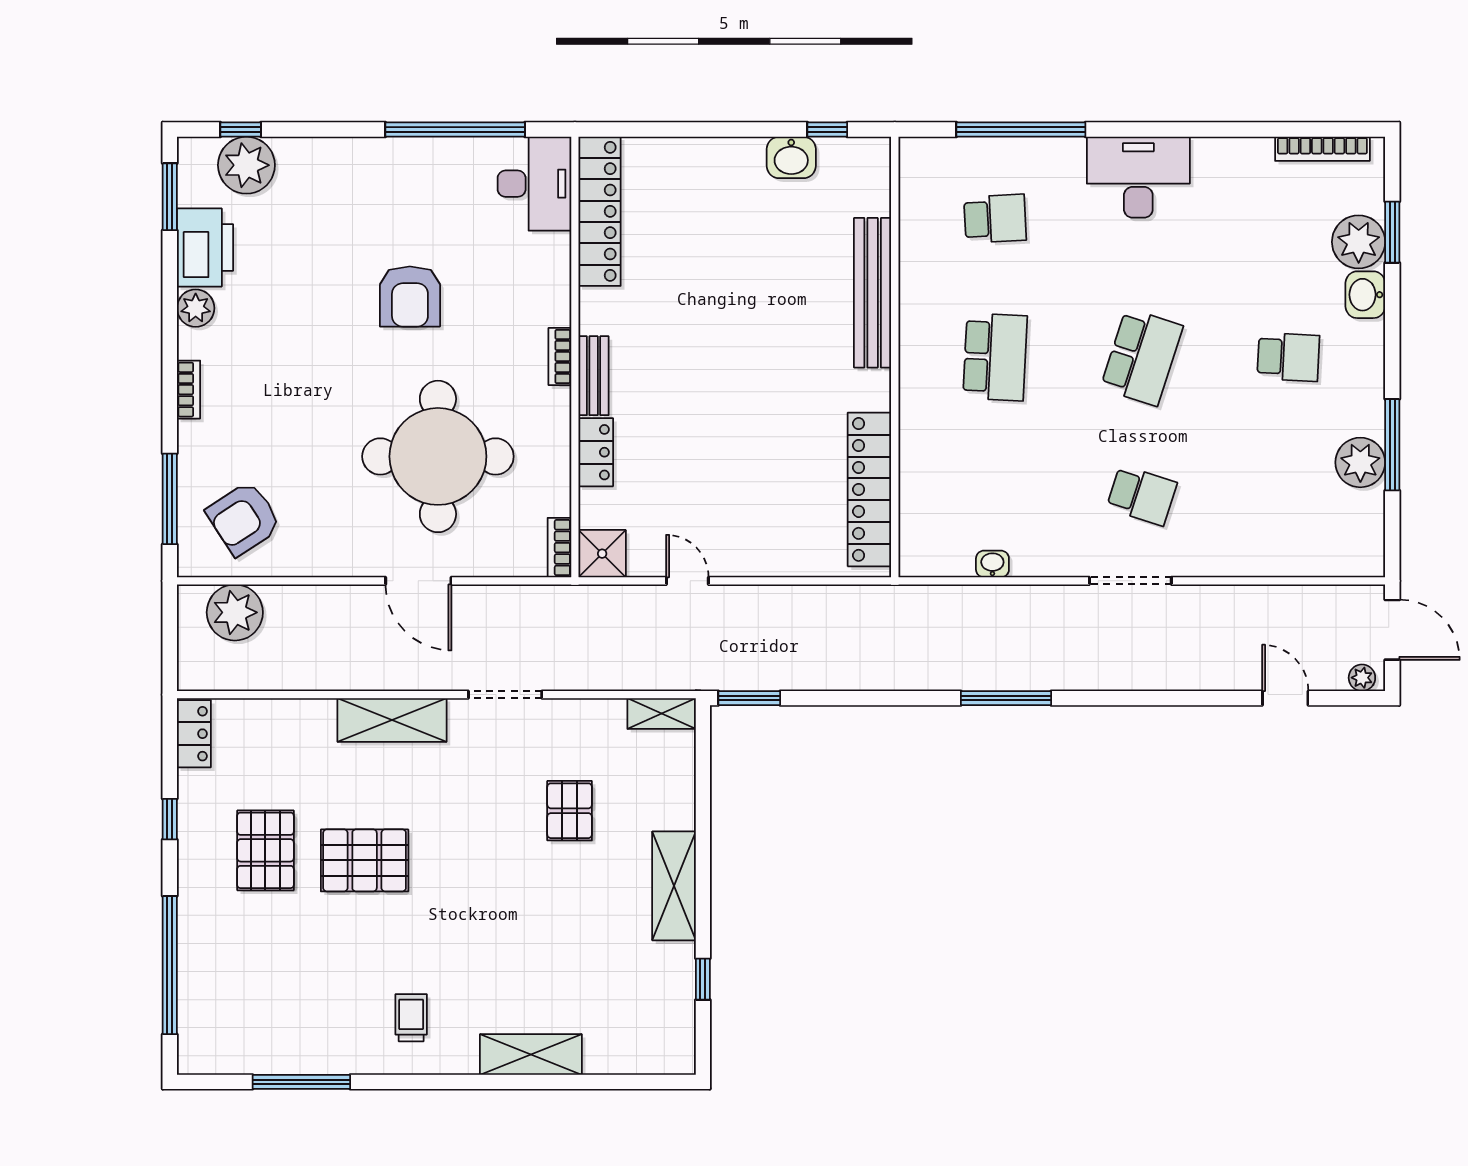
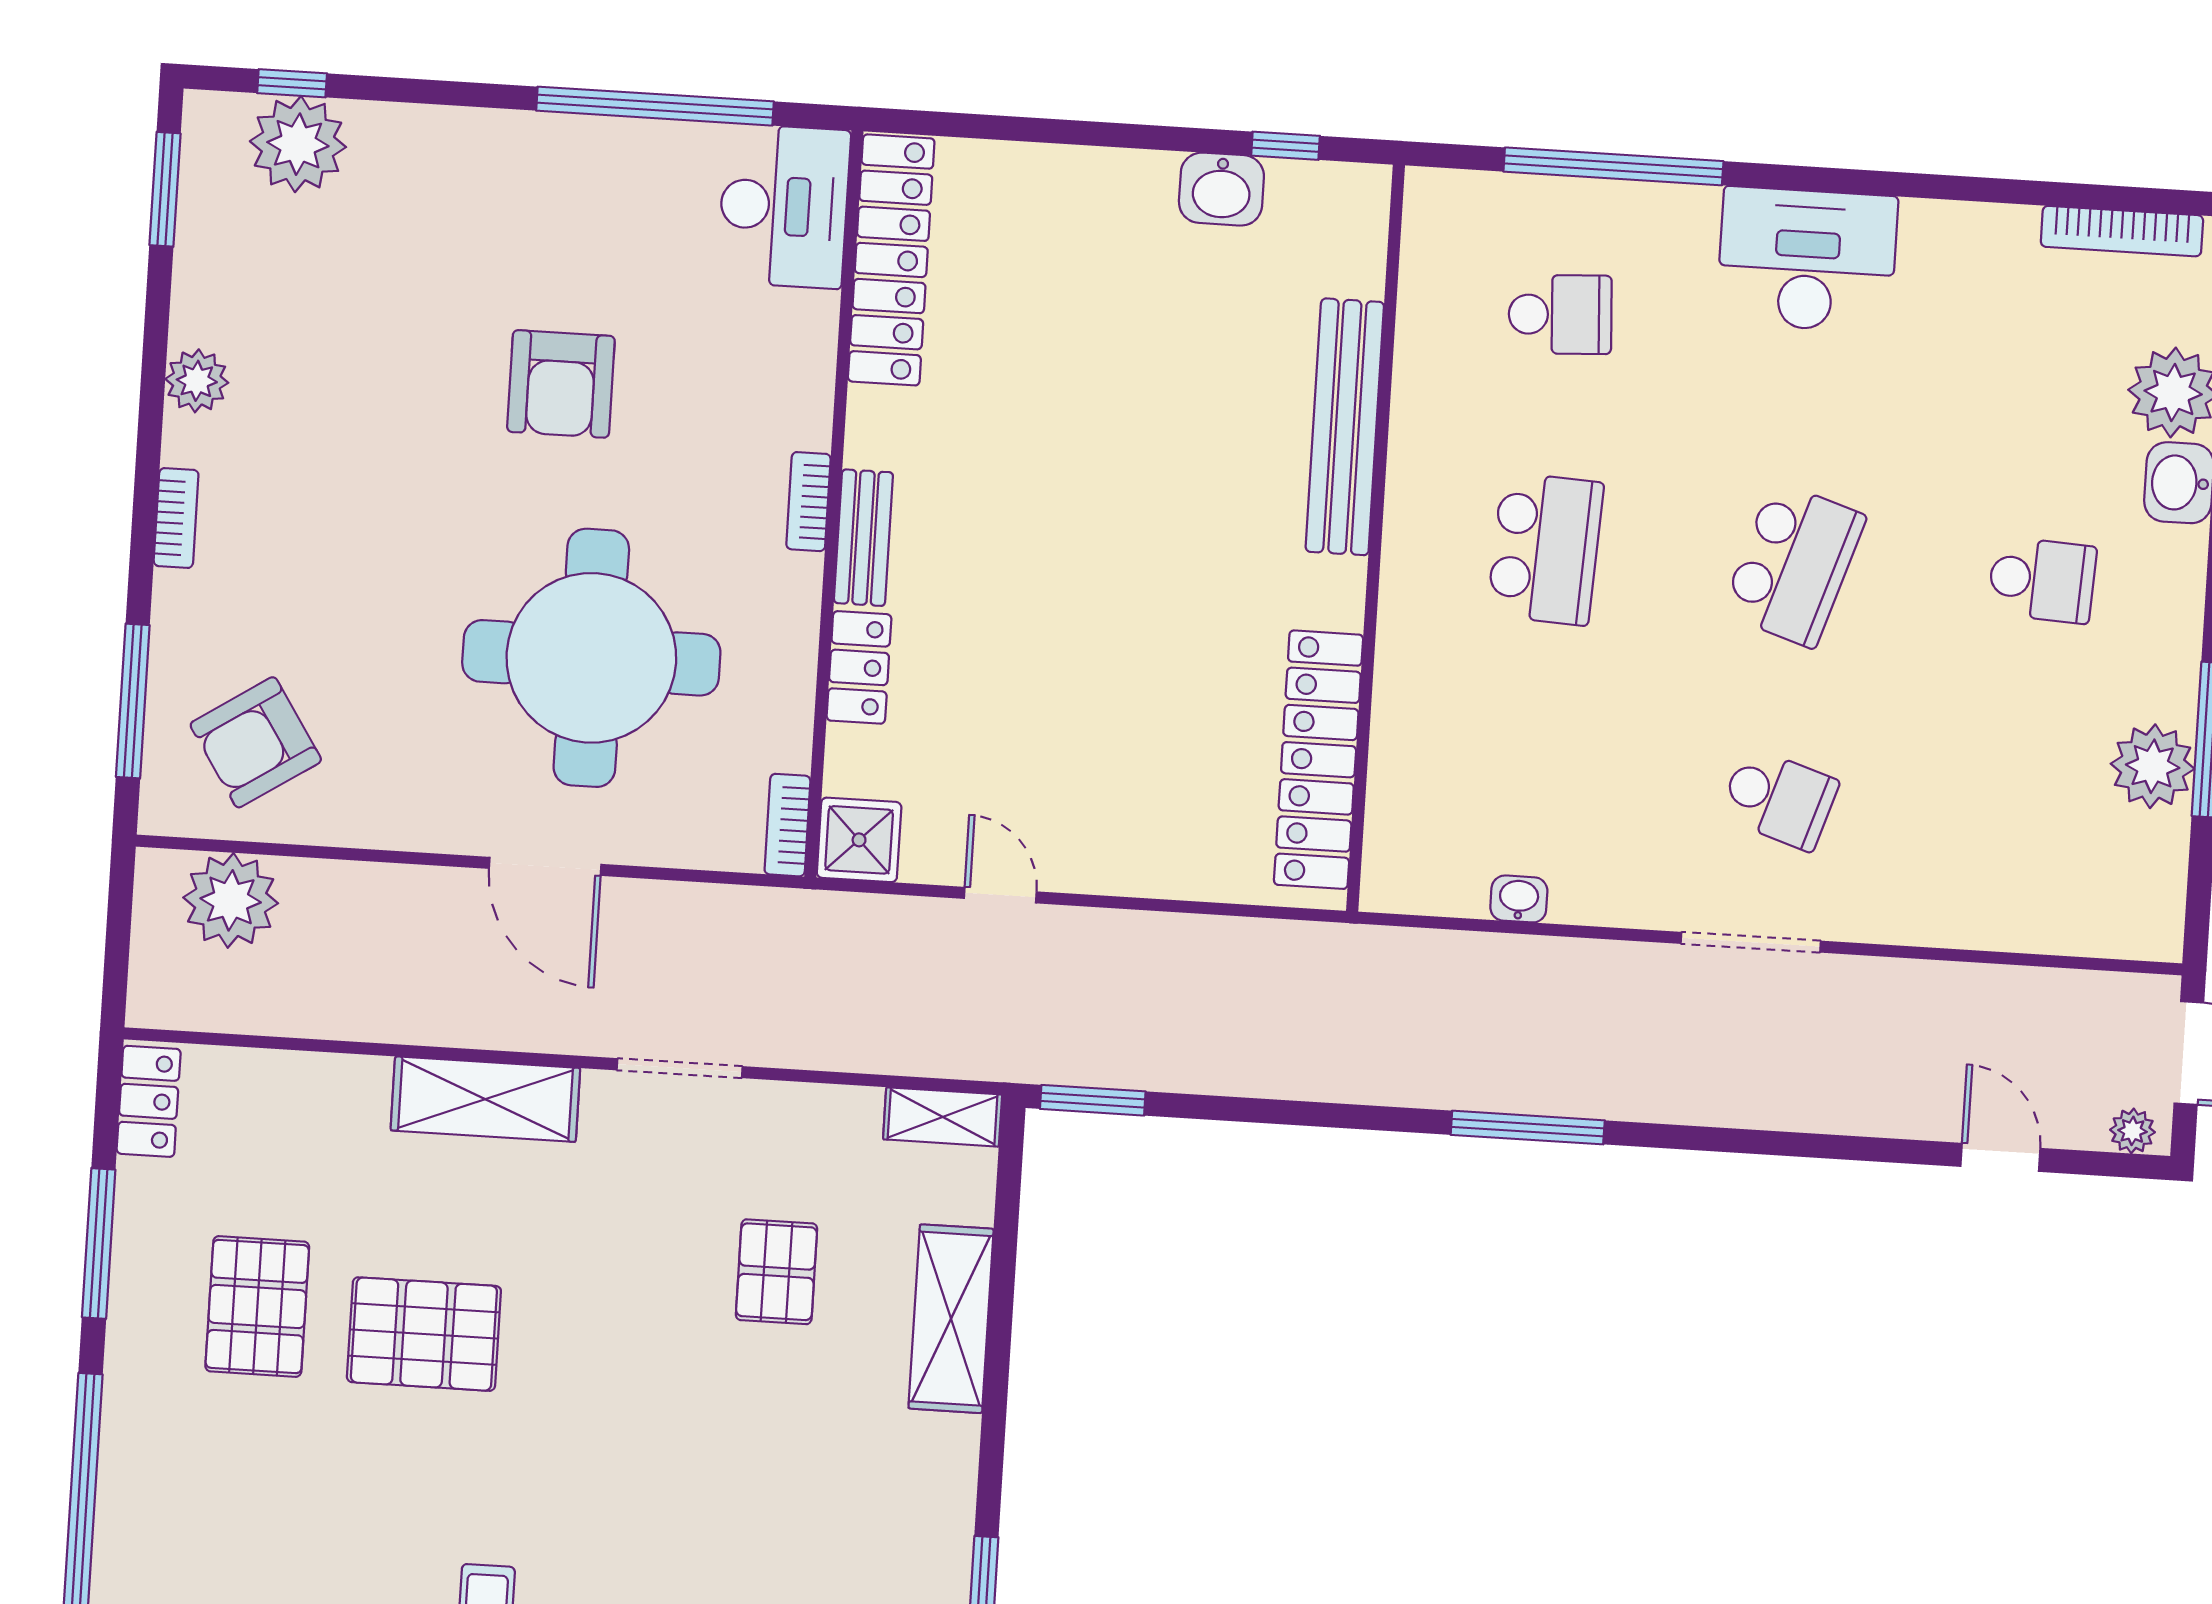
printer: (205, 248) -> (219, 279), removed
window: (170, 819) -> (99, 1243), width x2.17
shelving: (674, 886) -> (951, 1319), moved

